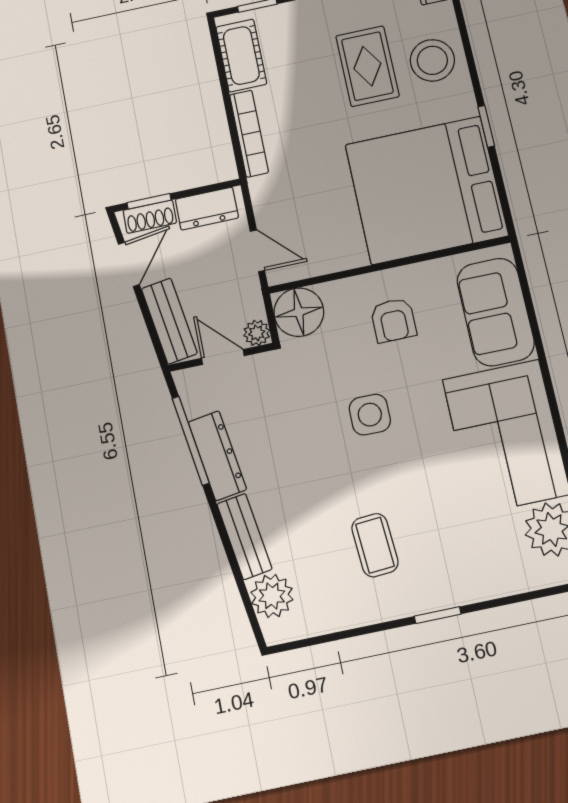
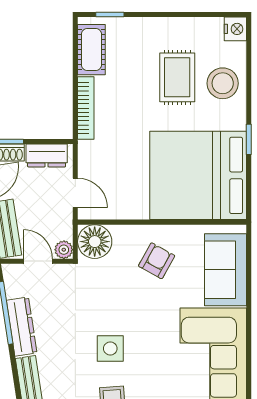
armchair: (393, 320) -> (157, 261), turned -151
side table: (370, 415) -> (110, 349), moved

